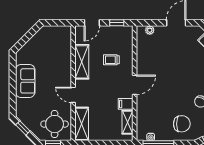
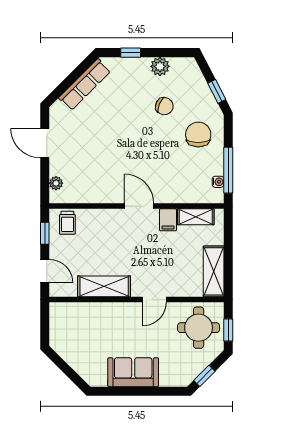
trolley: (111, 60) -> (67, 223), moved
shelving: (82, 124) -> (214, 271), moved, turned 90

